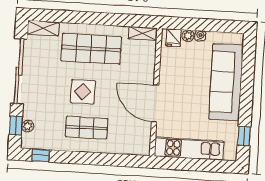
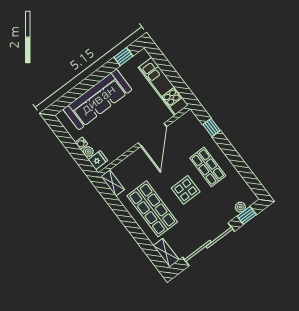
window: (41, 155) -> (212, 127), moved

